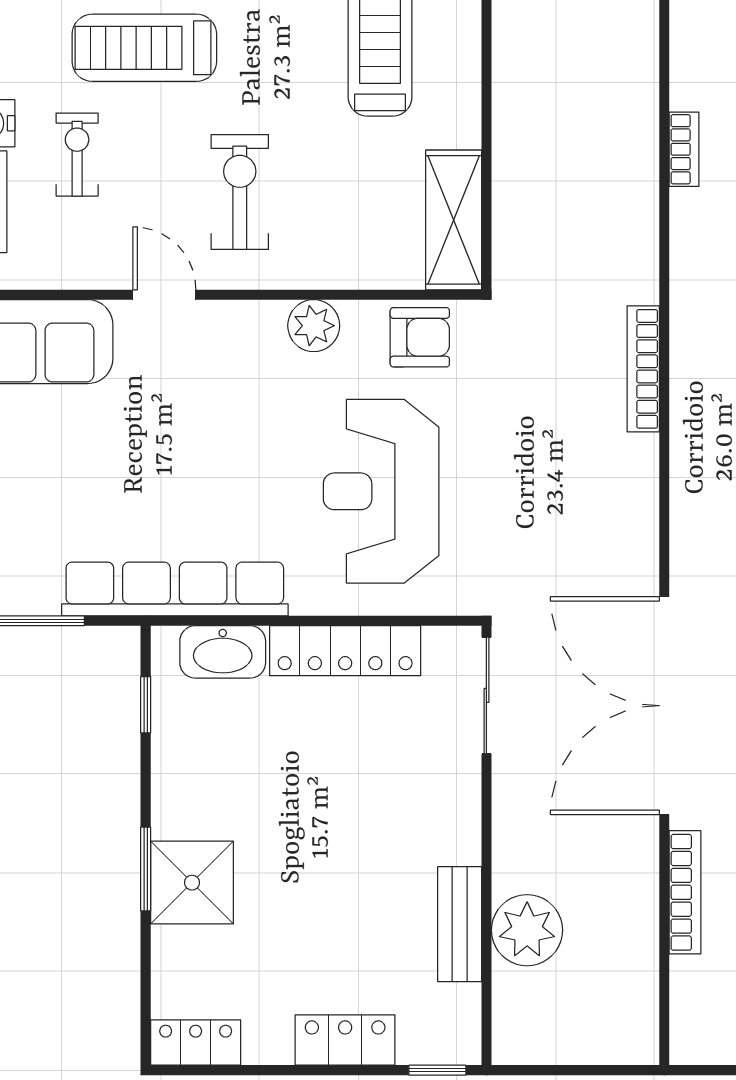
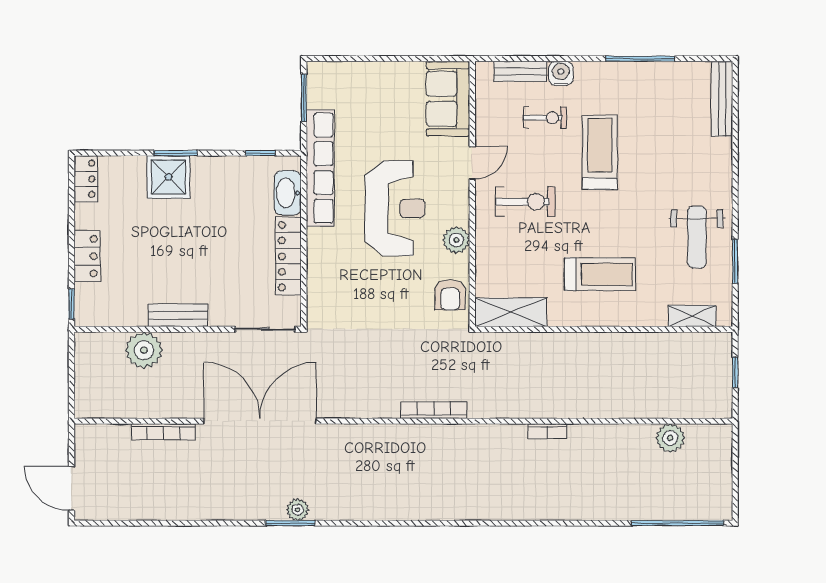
reception desk: (381, 491) -> (395, 208), moved, turned 90
bench: (460, 924) -> (178, 315), moved

